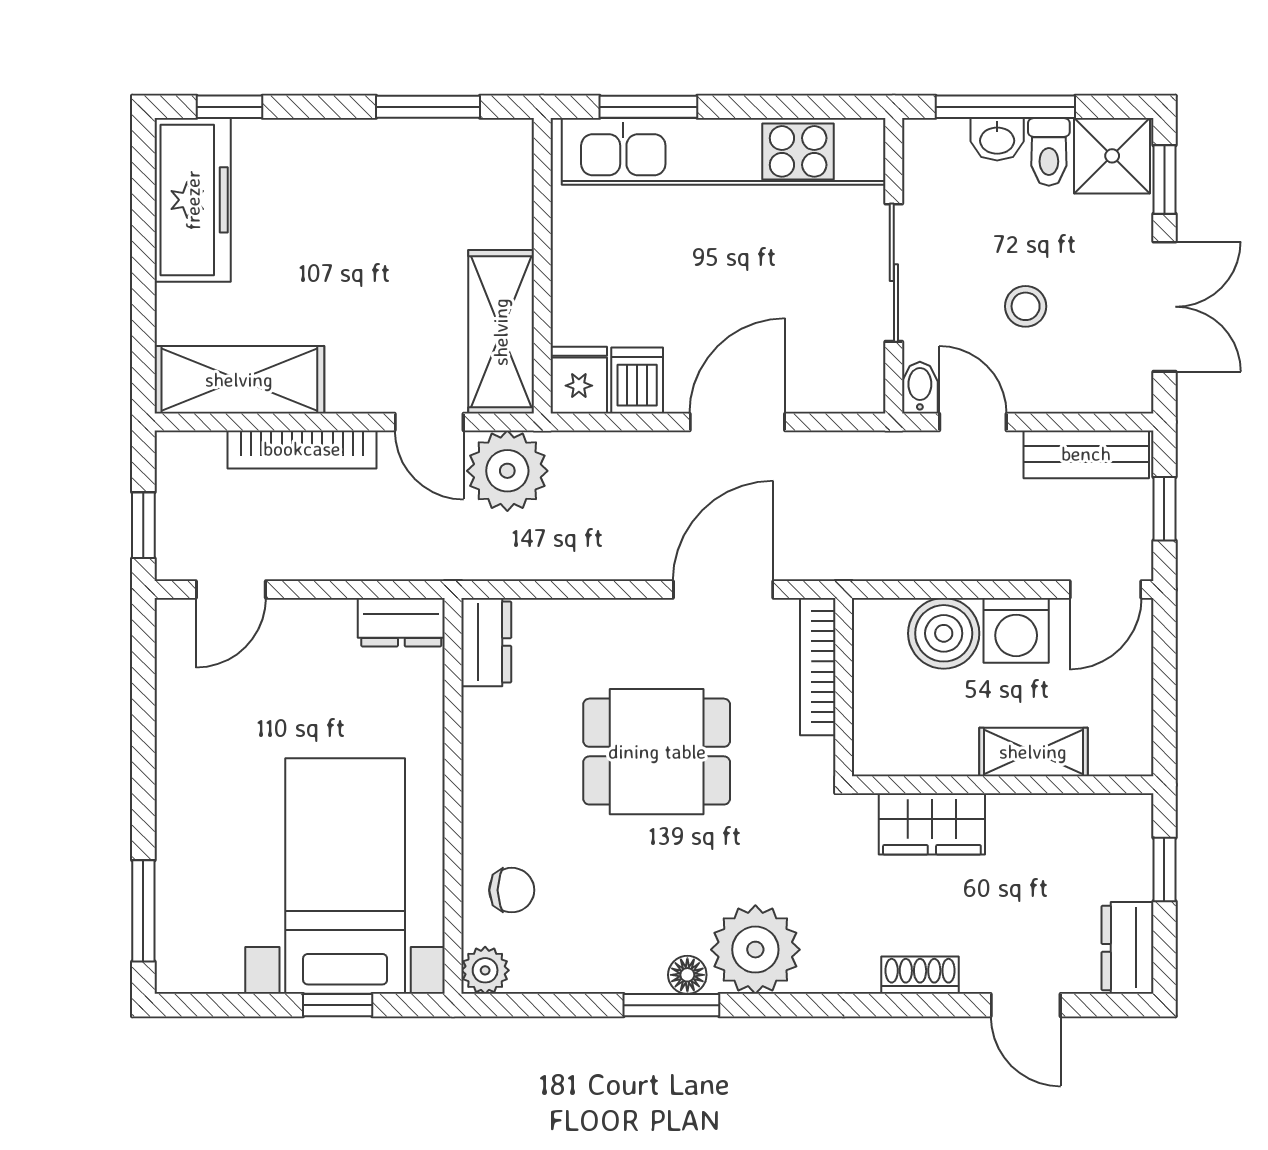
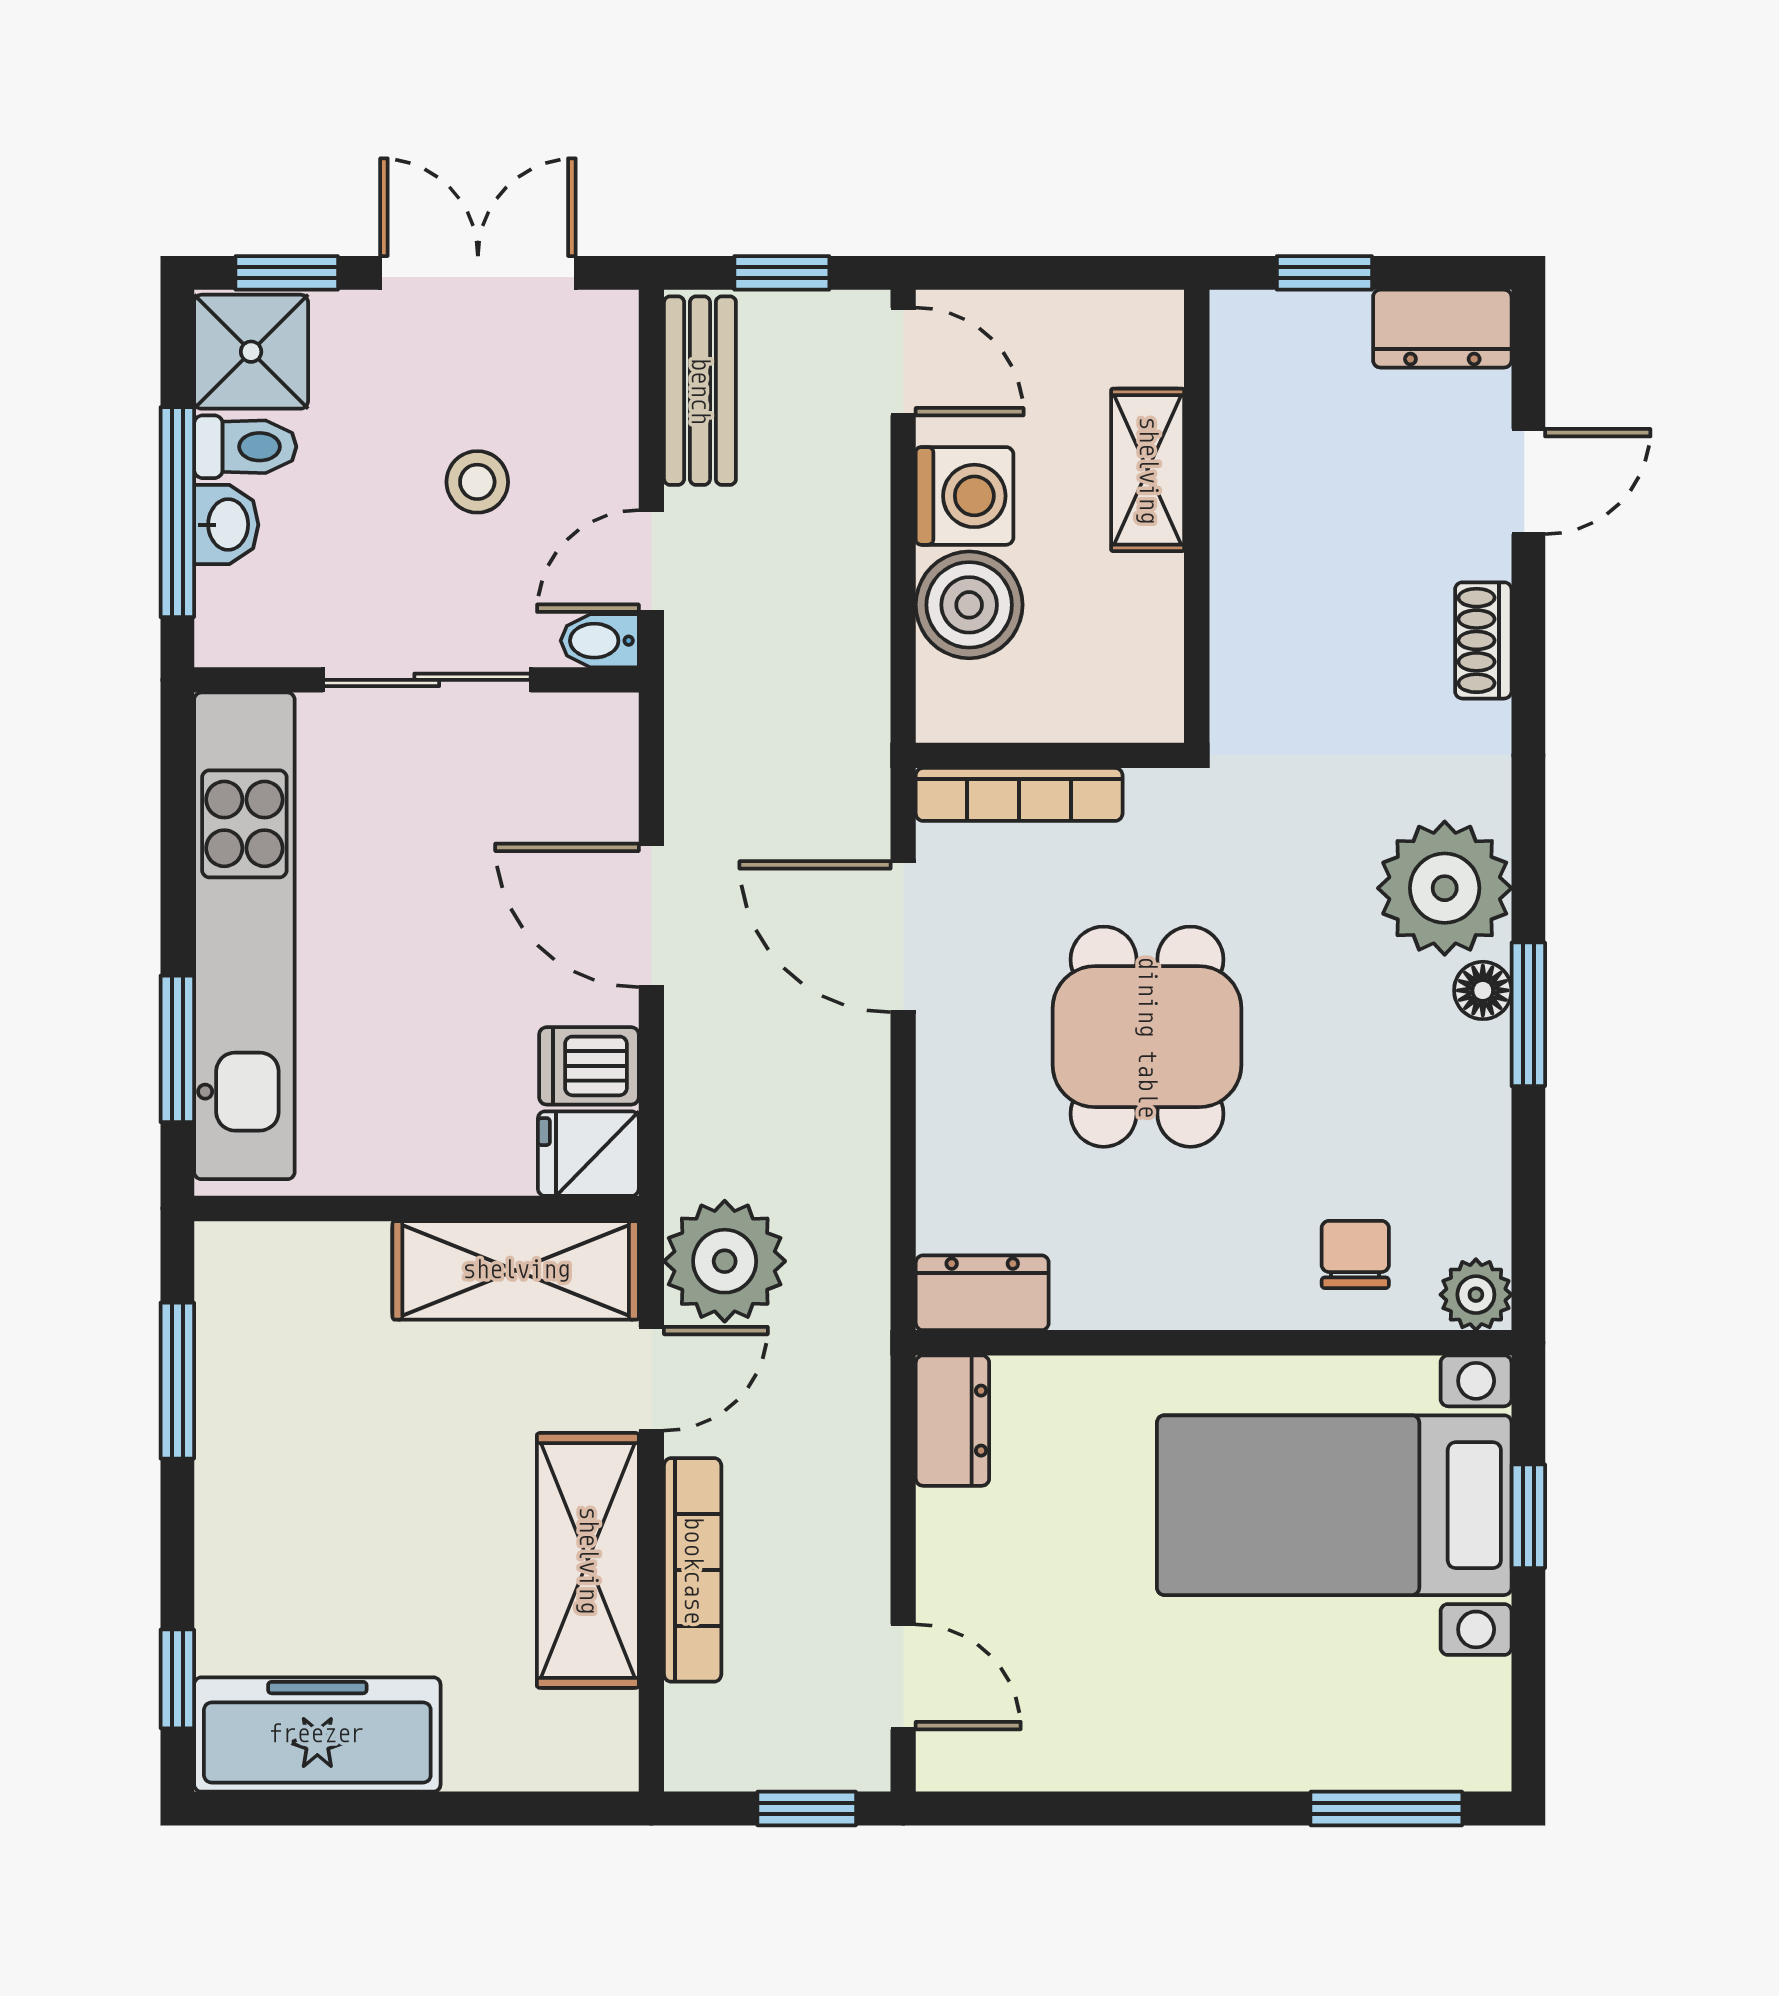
shelving: (239, 380) -> (588, 1560), moved
wardrobe: (932, 824) -> (1256, 623), removed

